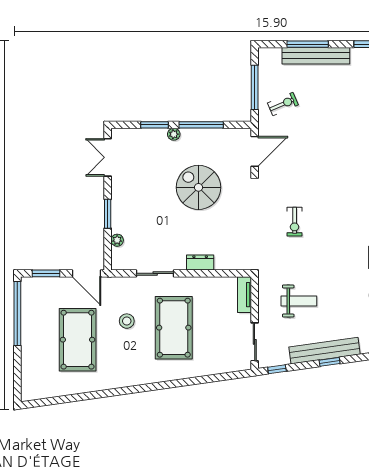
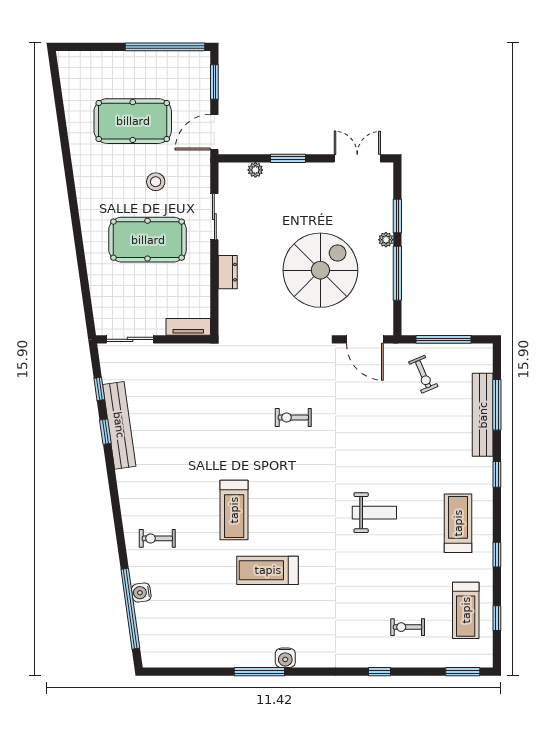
spiral stairs: (199, 187) -> (320, 270), width x1.37, depth x1.37
exercise bike: (295, 222) -> (293, 417), moved
weight bench: (299, 301) -> (180, 394), removed
window: (277, 369) -> (99, 389), moved

